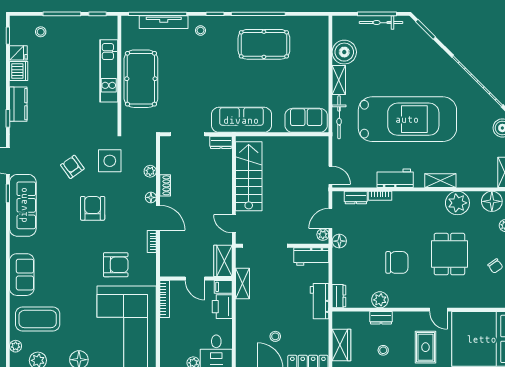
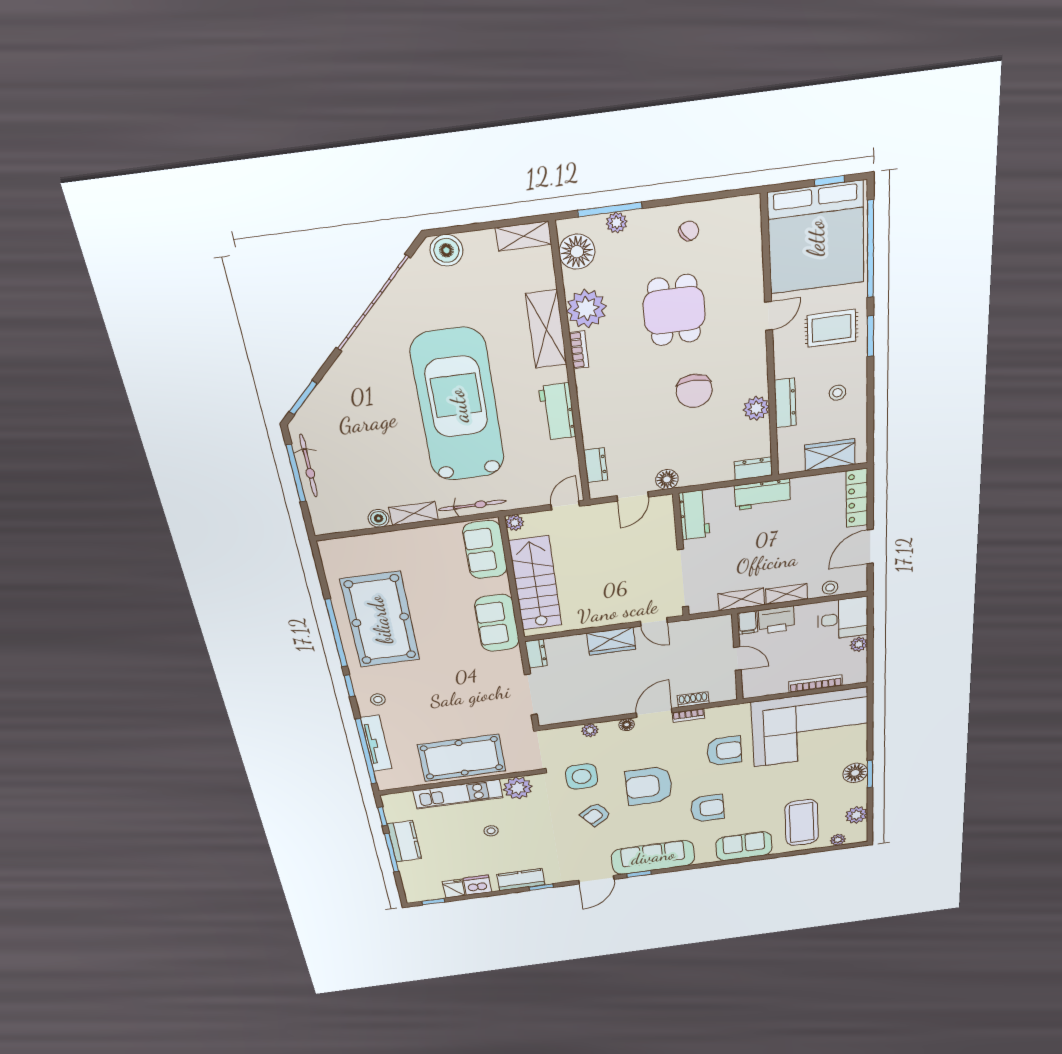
kitchen counter: (71, 25) -> (404, 841), added
stool: (41, 32) -> (491, 831), moved
pool table: (264, 44) -> (380, 620), width x1.36, depth x1.32
boiler: (344, 52) -> (379, 518), width x0.54, depth x0.54
plant: (107, 114) -> (518, 788), added
sofa: (241, 120) -> (497, 623), width x0.73
stairs: (249, 176) -> (536, 584), moved, turned 90
shelving: (440, 181) -> (546, 329), width x1.50, depth x1.33
shoe rack: (165, 185) -> (693, 699), moved
bookcase: (380, 196) -> (579, 350), moved
armchair: (93, 208) -> (649, 786), width x1.36, depth x1.36
door: (330, 218) -> (633, 496), hinge flipped
door: (234, 224) -> (654, 622), hinge flipped
plant: (323, 235) -> (515, 523), moved
armchair: (64, 249) -> (707, 808), added
dining table: (449, 254) -> (674, 310), turned 90
wardrobe: (223, 261) -> (611, 641), moved
chair: (397, 262) -> (694, 391), turned 180
armchair: (116, 265) -> (724, 751), turned 90
door: (195, 278) -> (737, 659), hinge flipped
bookcase: (165, 299) -> (816, 684), moved
shelving: (242, 314) -> (786, 594), added
dresser: (381, 318) -> (785, 403), width x1.44
stool: (275, 336) -> (830, 588), moved

